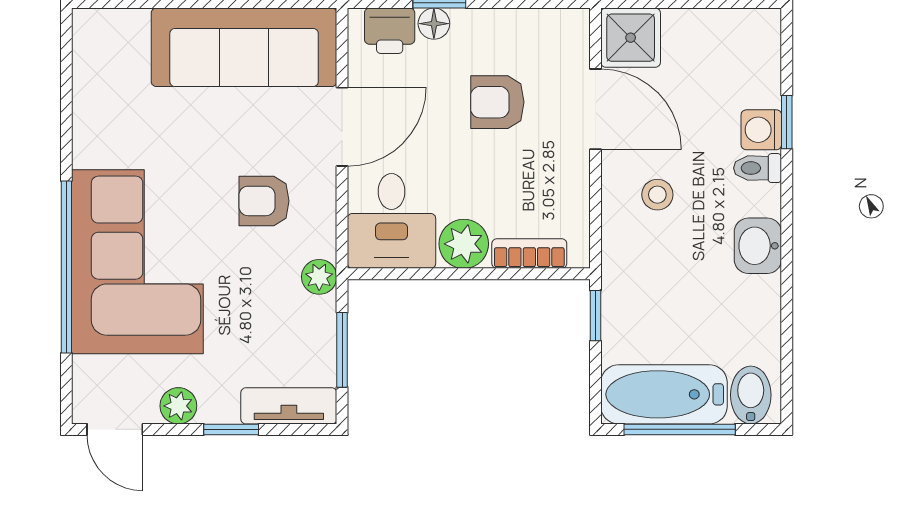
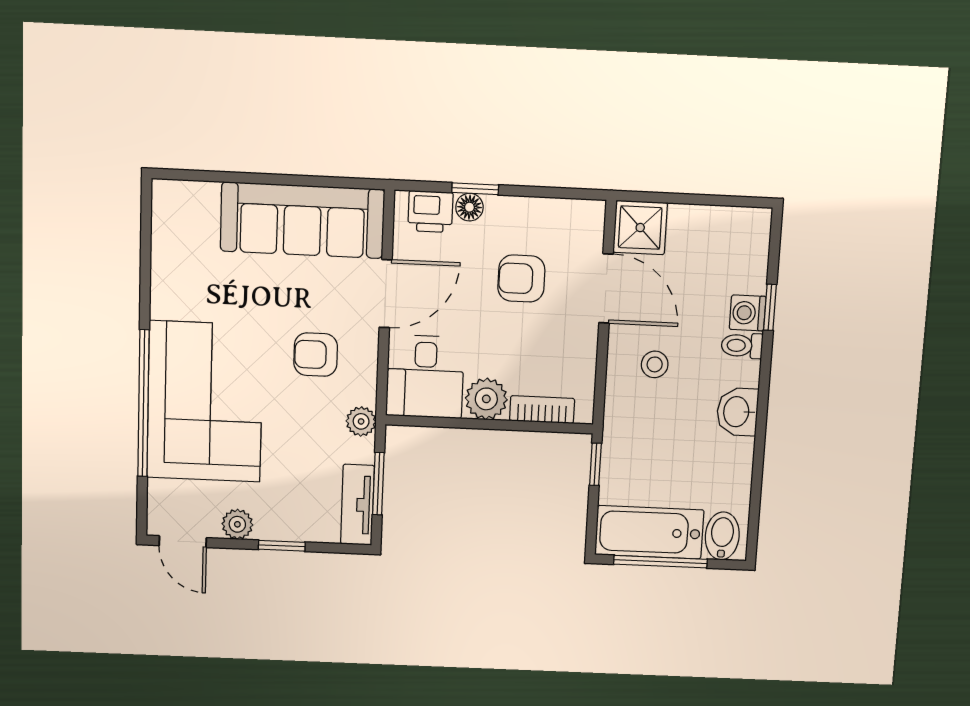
tv unit: (289, 406) -> (357, 505), moved, turned -90

